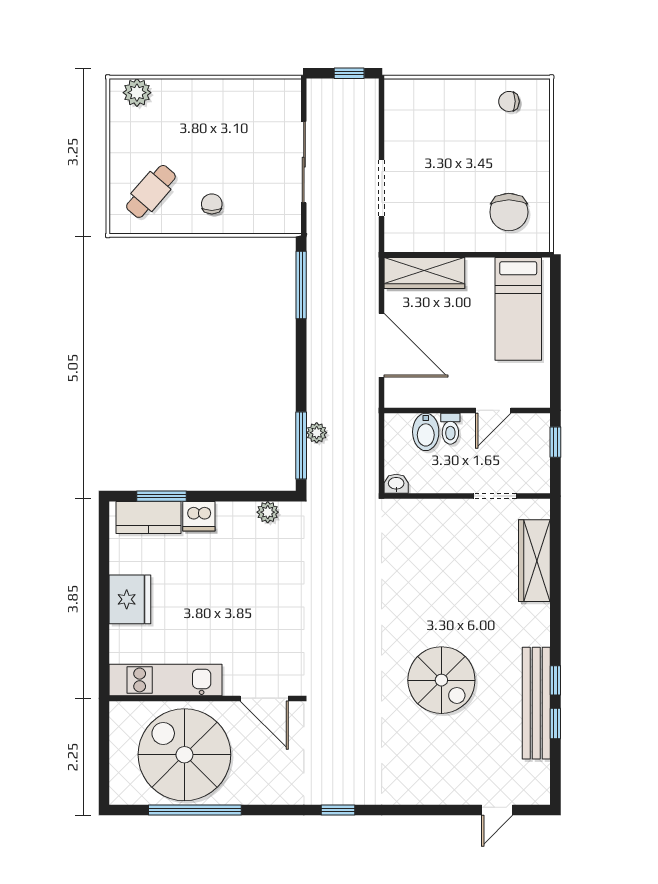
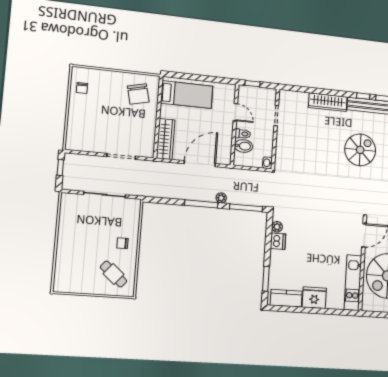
plant: (137, 93) -> (61, 278), removed
chair: (509, 212) -> (138, 94), turned 77
window: (301, 285) -> (201, 204), moved
plant: (317, 433) -> (221, 198), moved
dishwasher: (199, 516) -> (278, 241), moved
kitchen counter: (149, 517) -> (286, 298), moved, turned -90
wardrobe: (534, 561) -> (328, 102), moved

